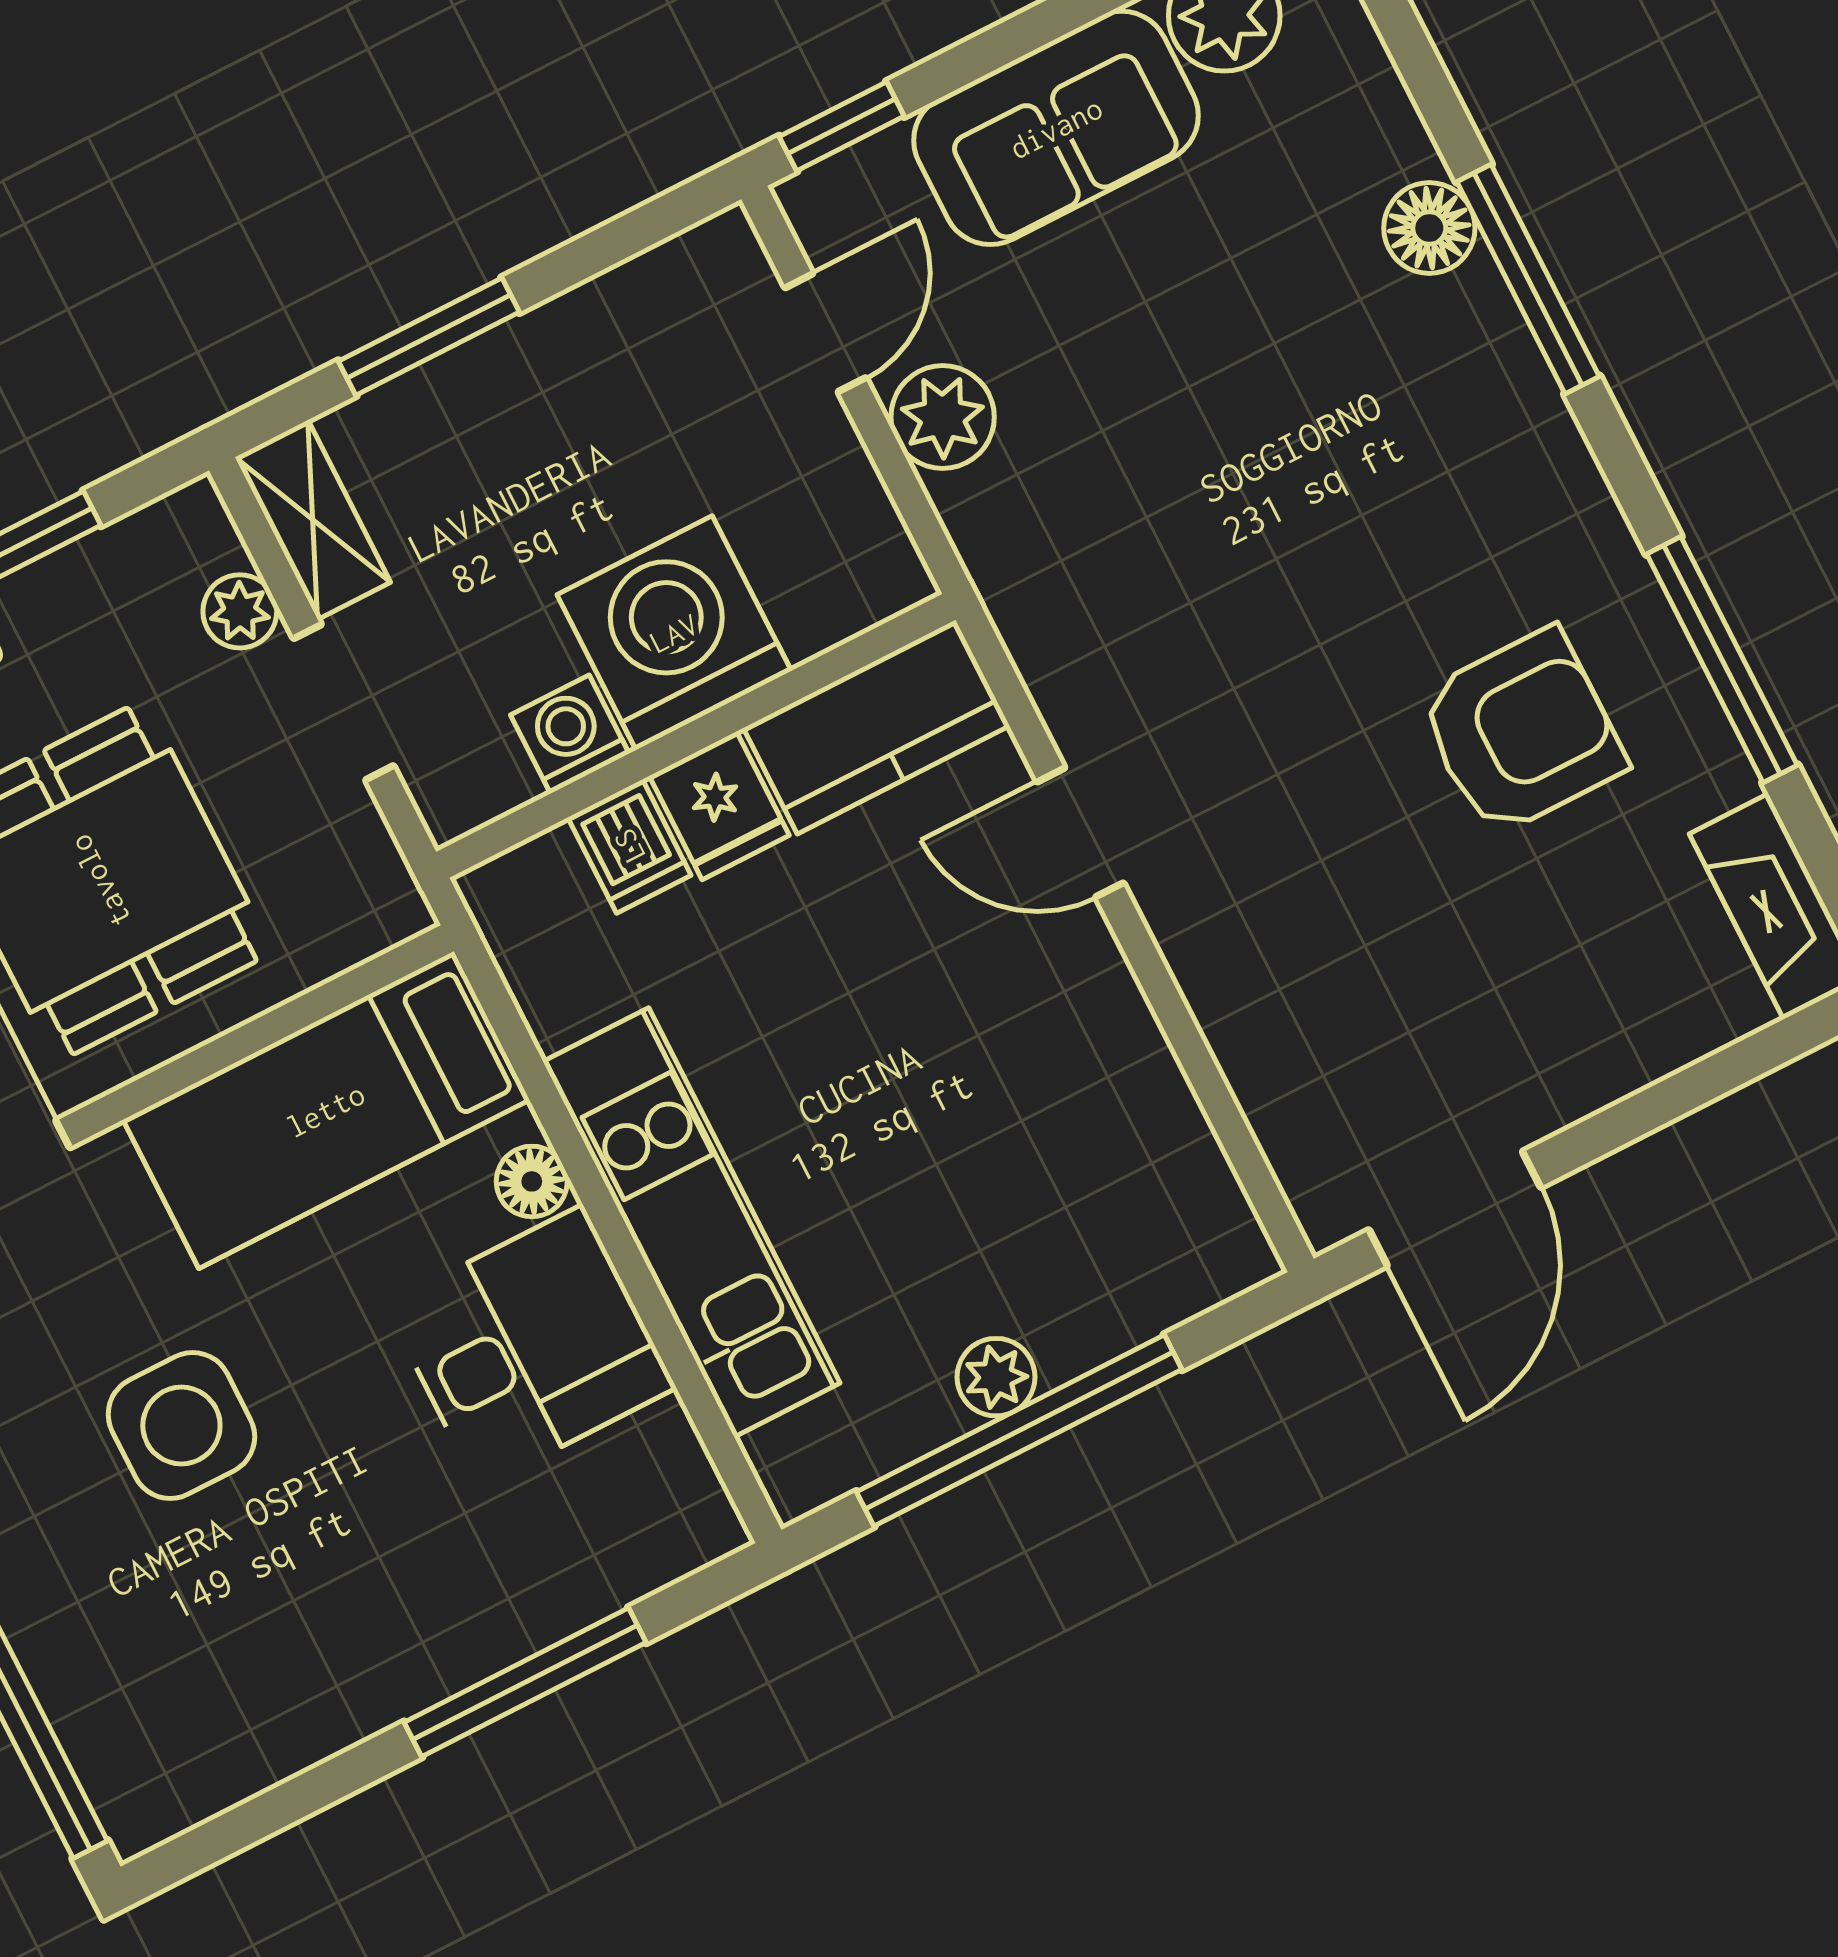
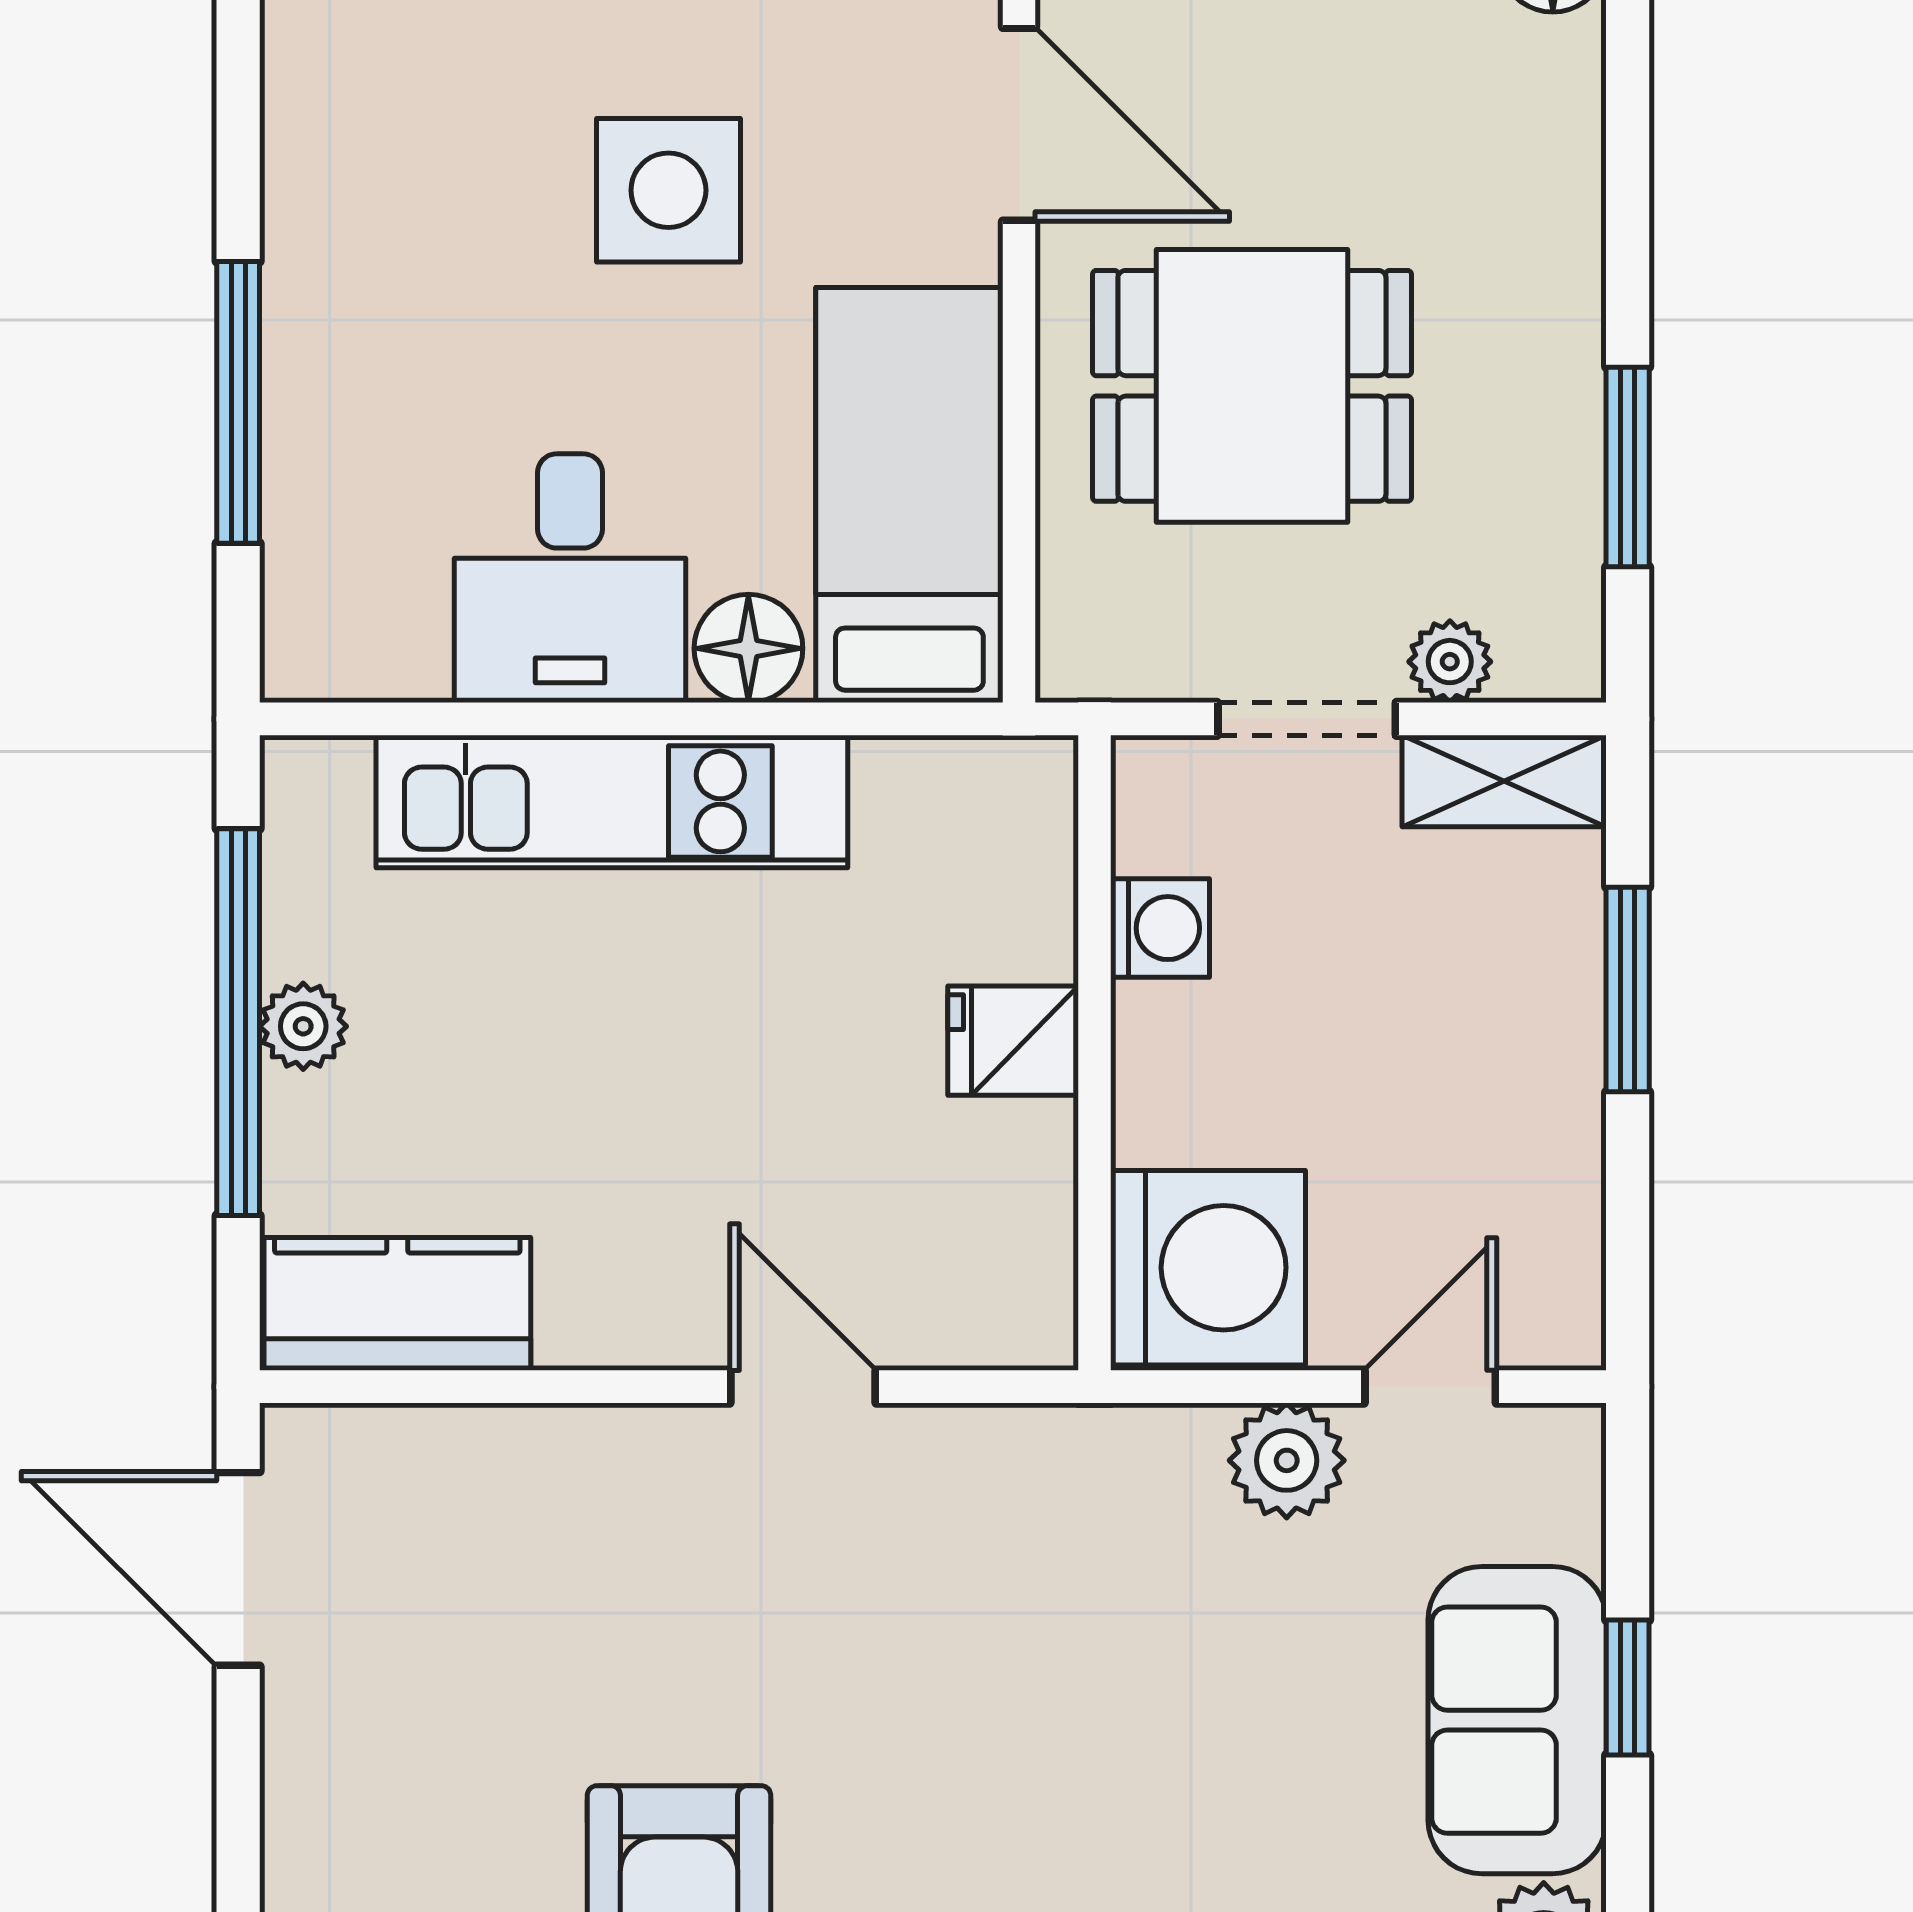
window: (842, 126) -> (1628, 1688), moved
door: (826, 333) -> (1430, 1387), swing flipped
washing machine: (674, 633) -> (1208, 1268), moved
kitchen counter: (876, 727) -> (397, 1304), moved, turned 90
door: (1080, 832) -> (803, 1387), hinge flipped
dishwasher: (629, 846) -> (1018, 931), removed
floor lamp: (532, 1181) -> (748, 648), width x1.37, depth x1.37

